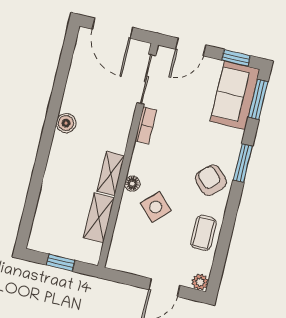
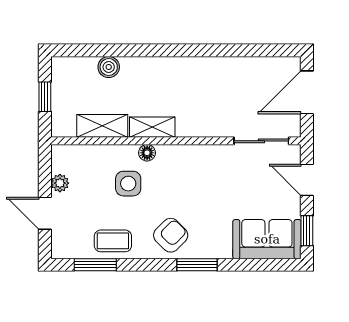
window: (258, 99) -> (95, 265), moved
boiler: (66, 123) -> (109, 67), moved
bookcase: (146, 125) -> (212, 152), removed
side table: (156, 207) -> (128, 184), turned 45
plant: (200, 282) -> (60, 183), moved

